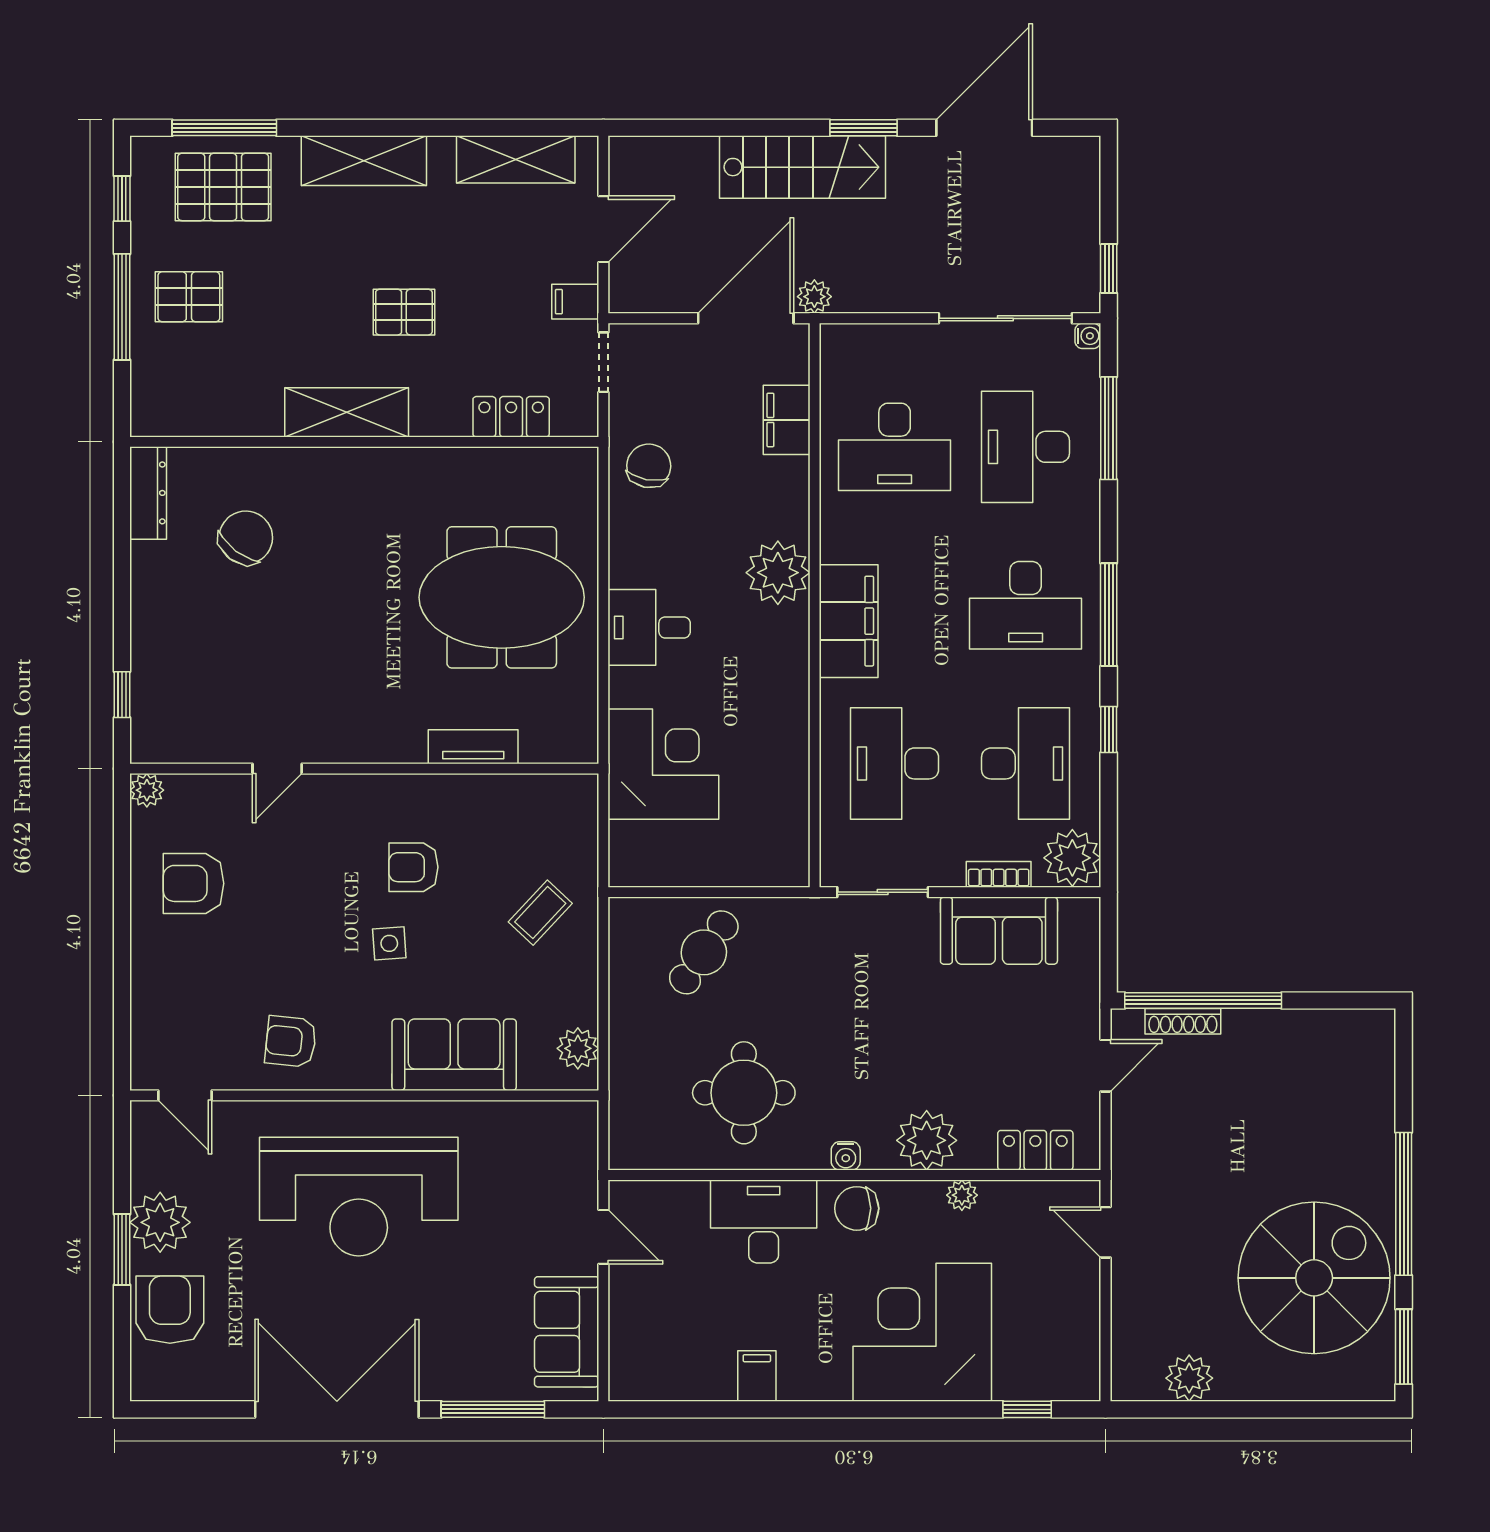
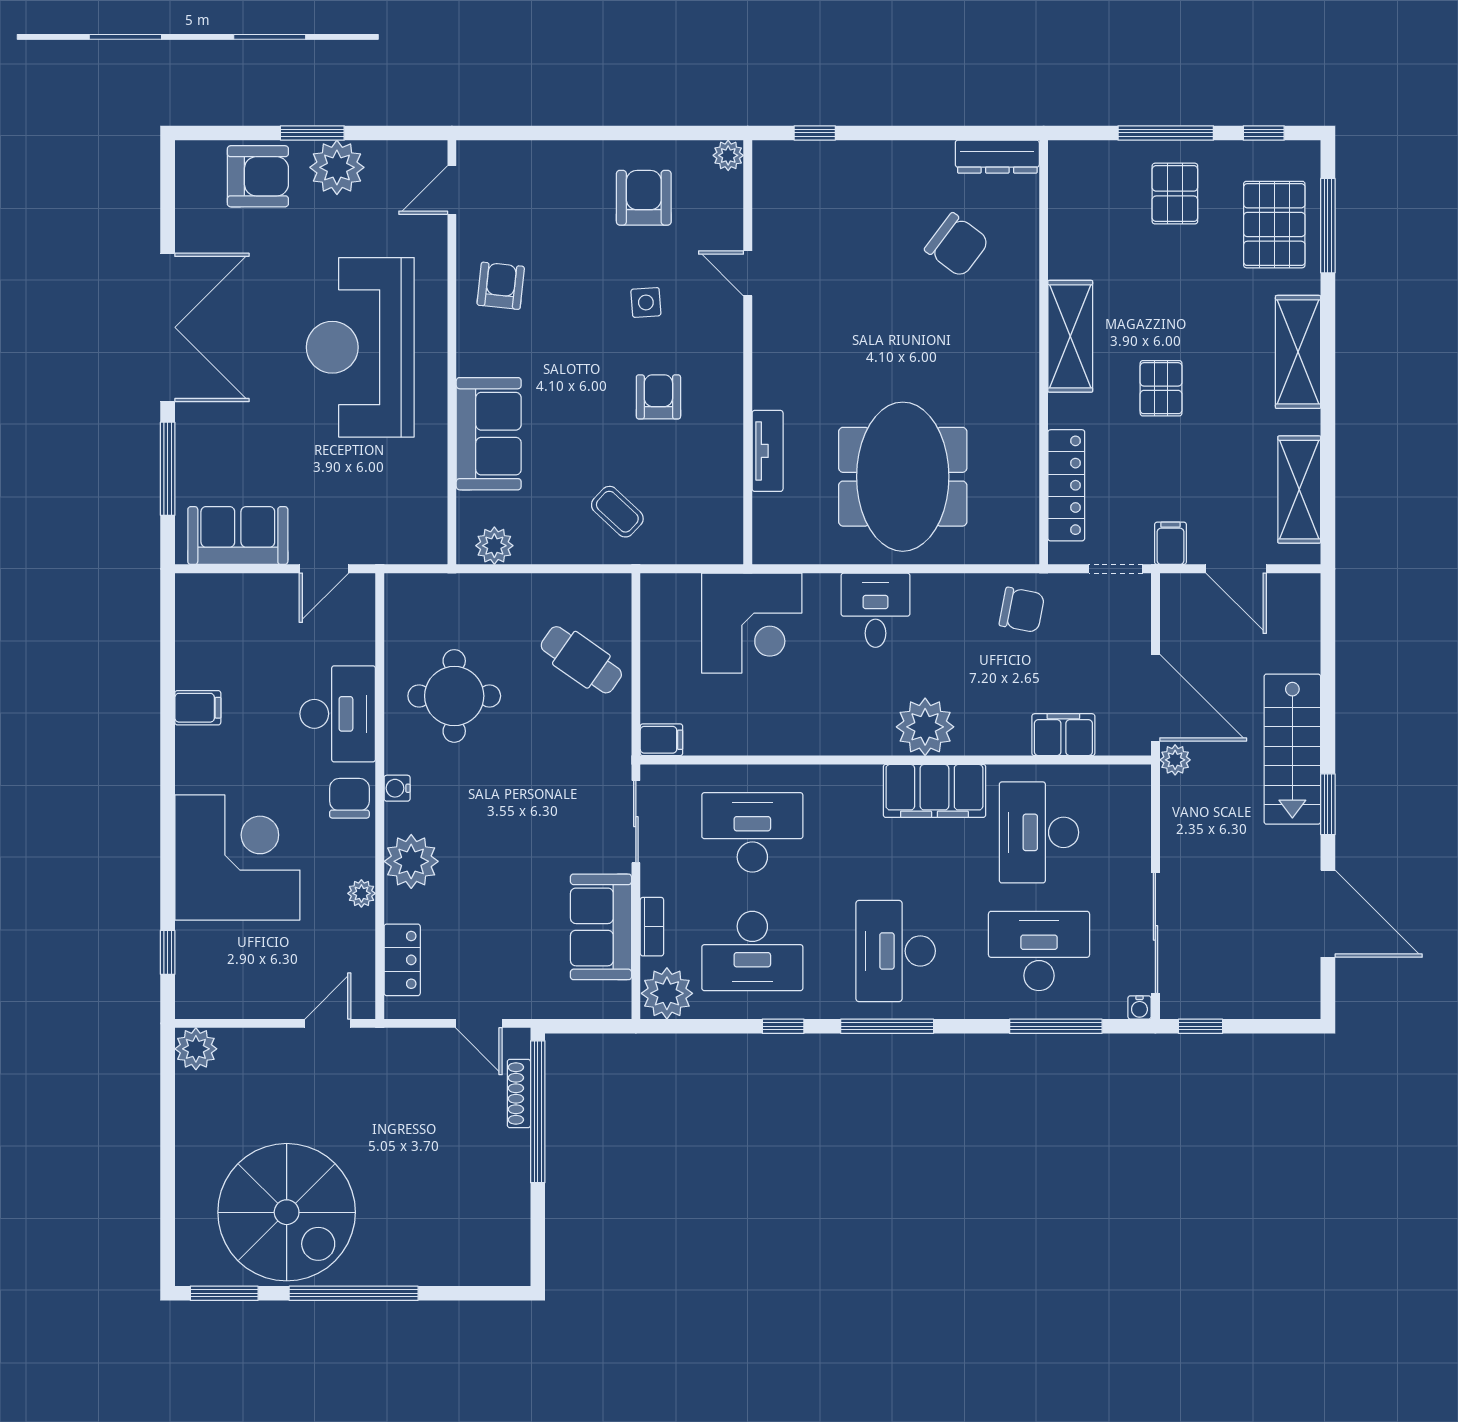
locker: (511, 417) -> (1066, 485), width x1.53
filing cabinet: (849, 621) -> (934, 791), moved
filing cabinet: (792, 864) -> (661, 740), added
side table: (389, 943) -> (646, 302), moved
plant: (1189, 1378) -> (196, 1049), moved

